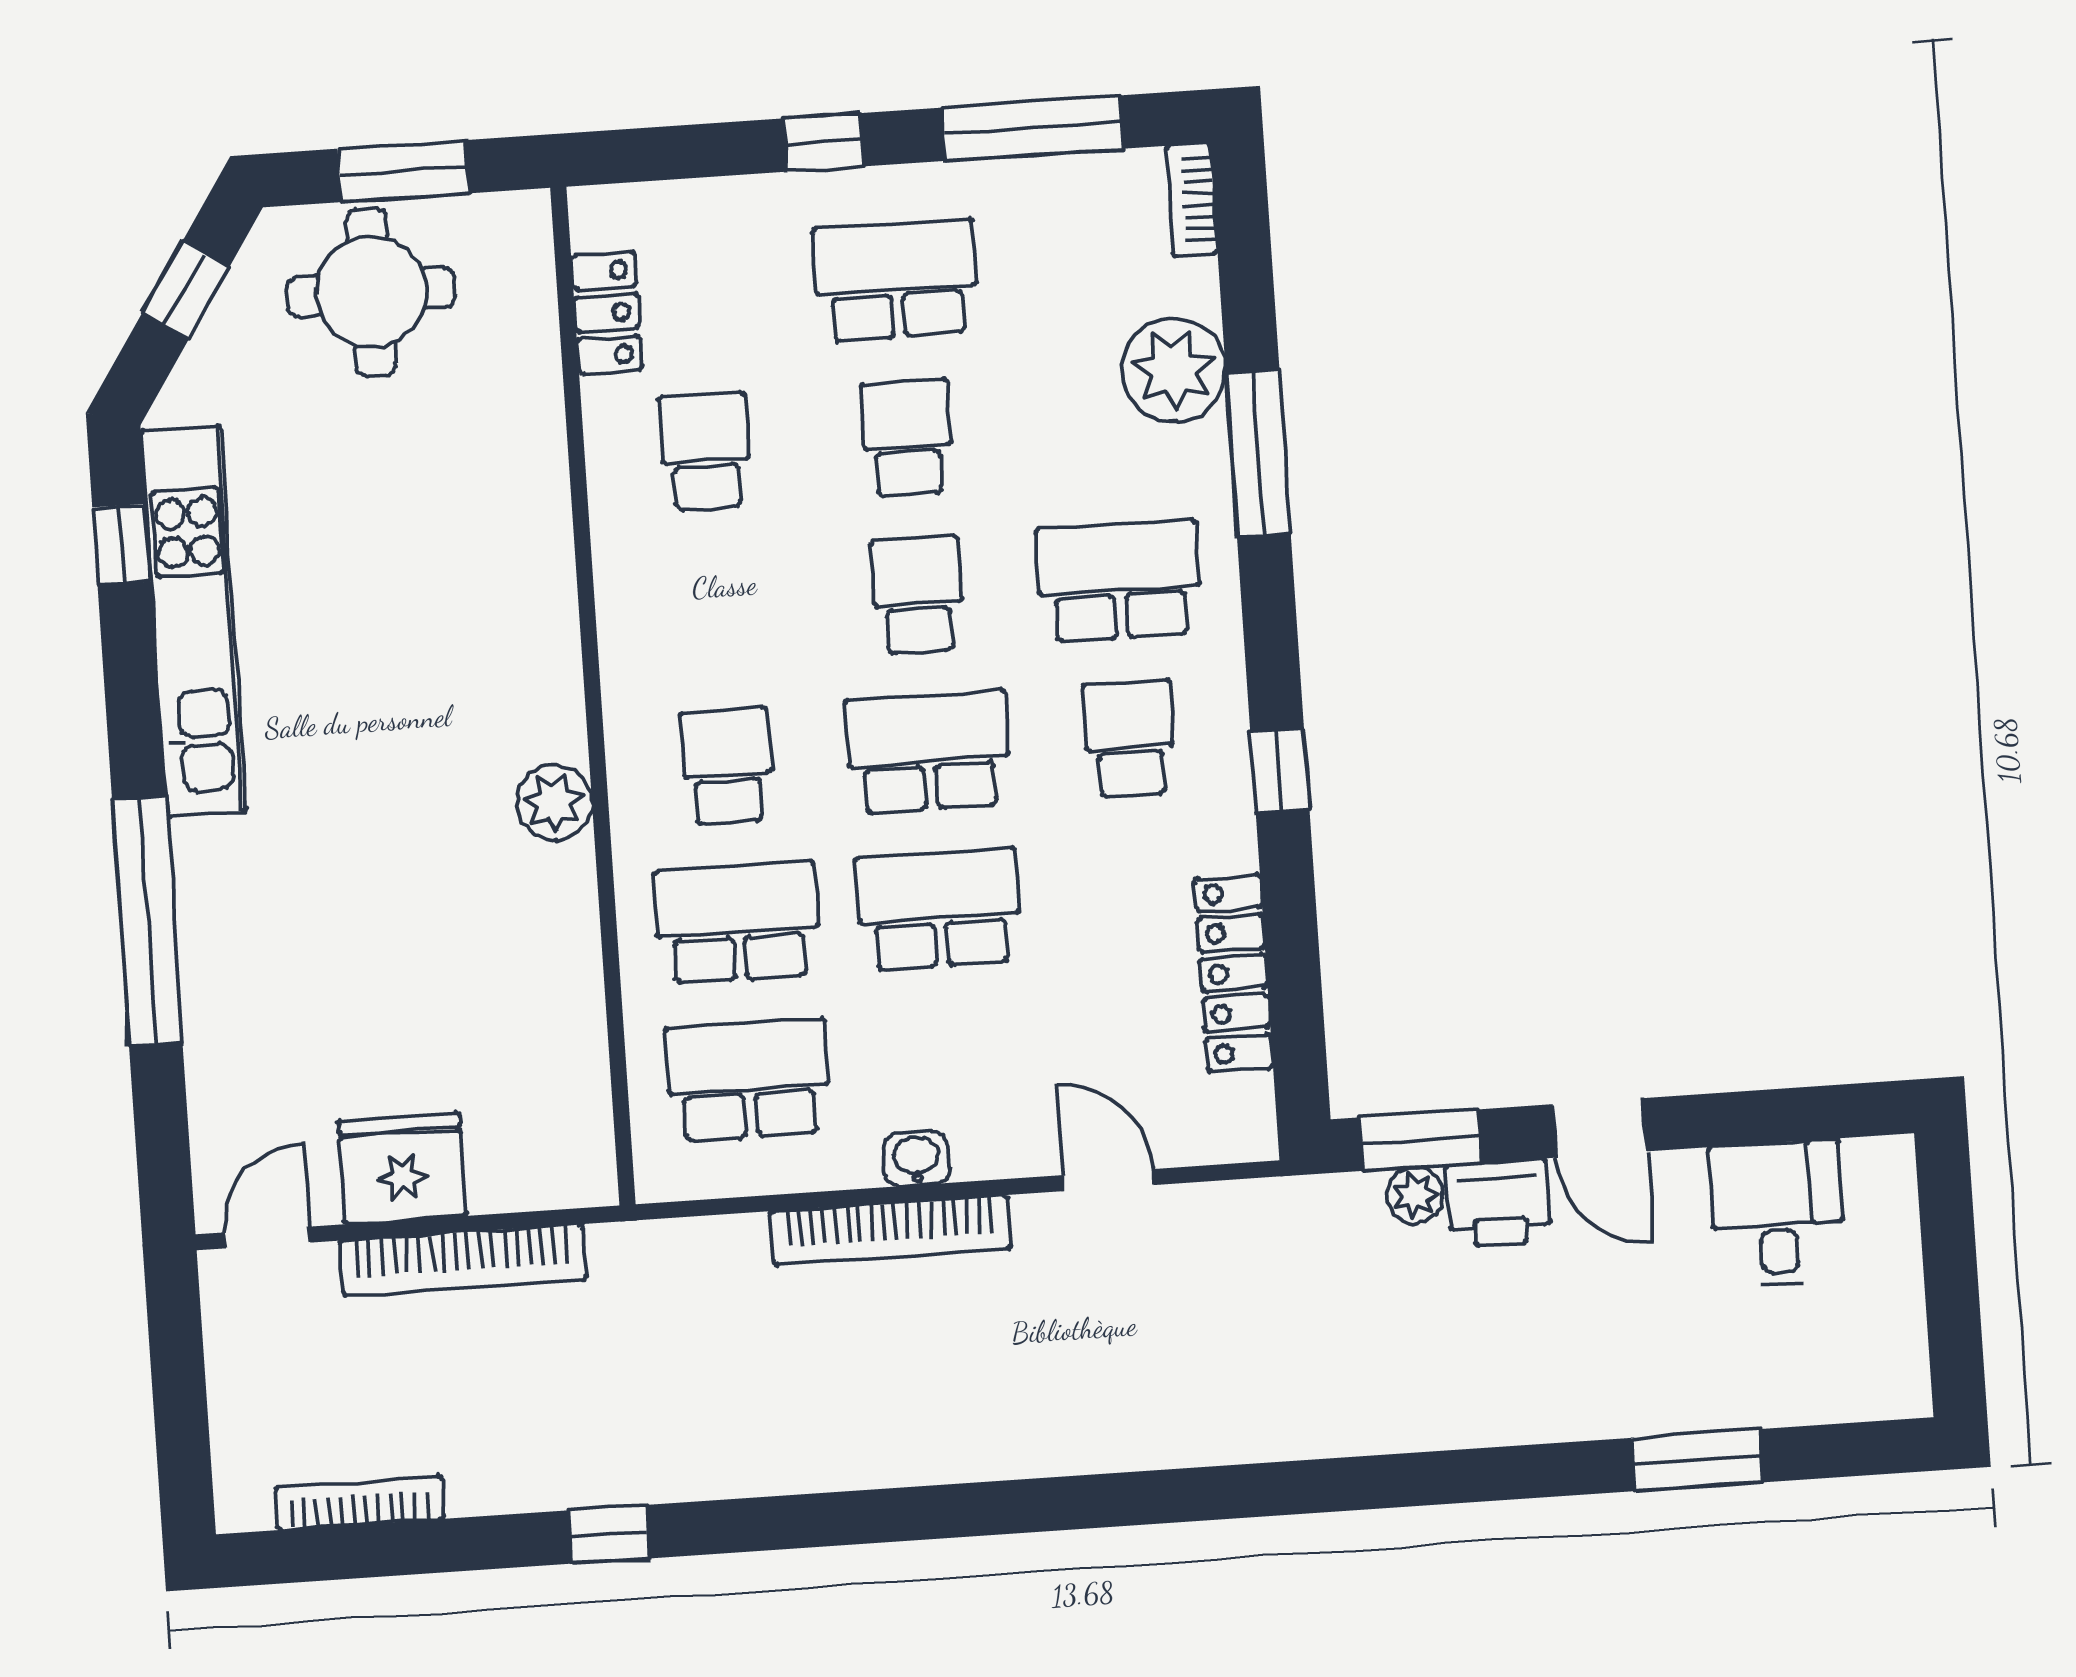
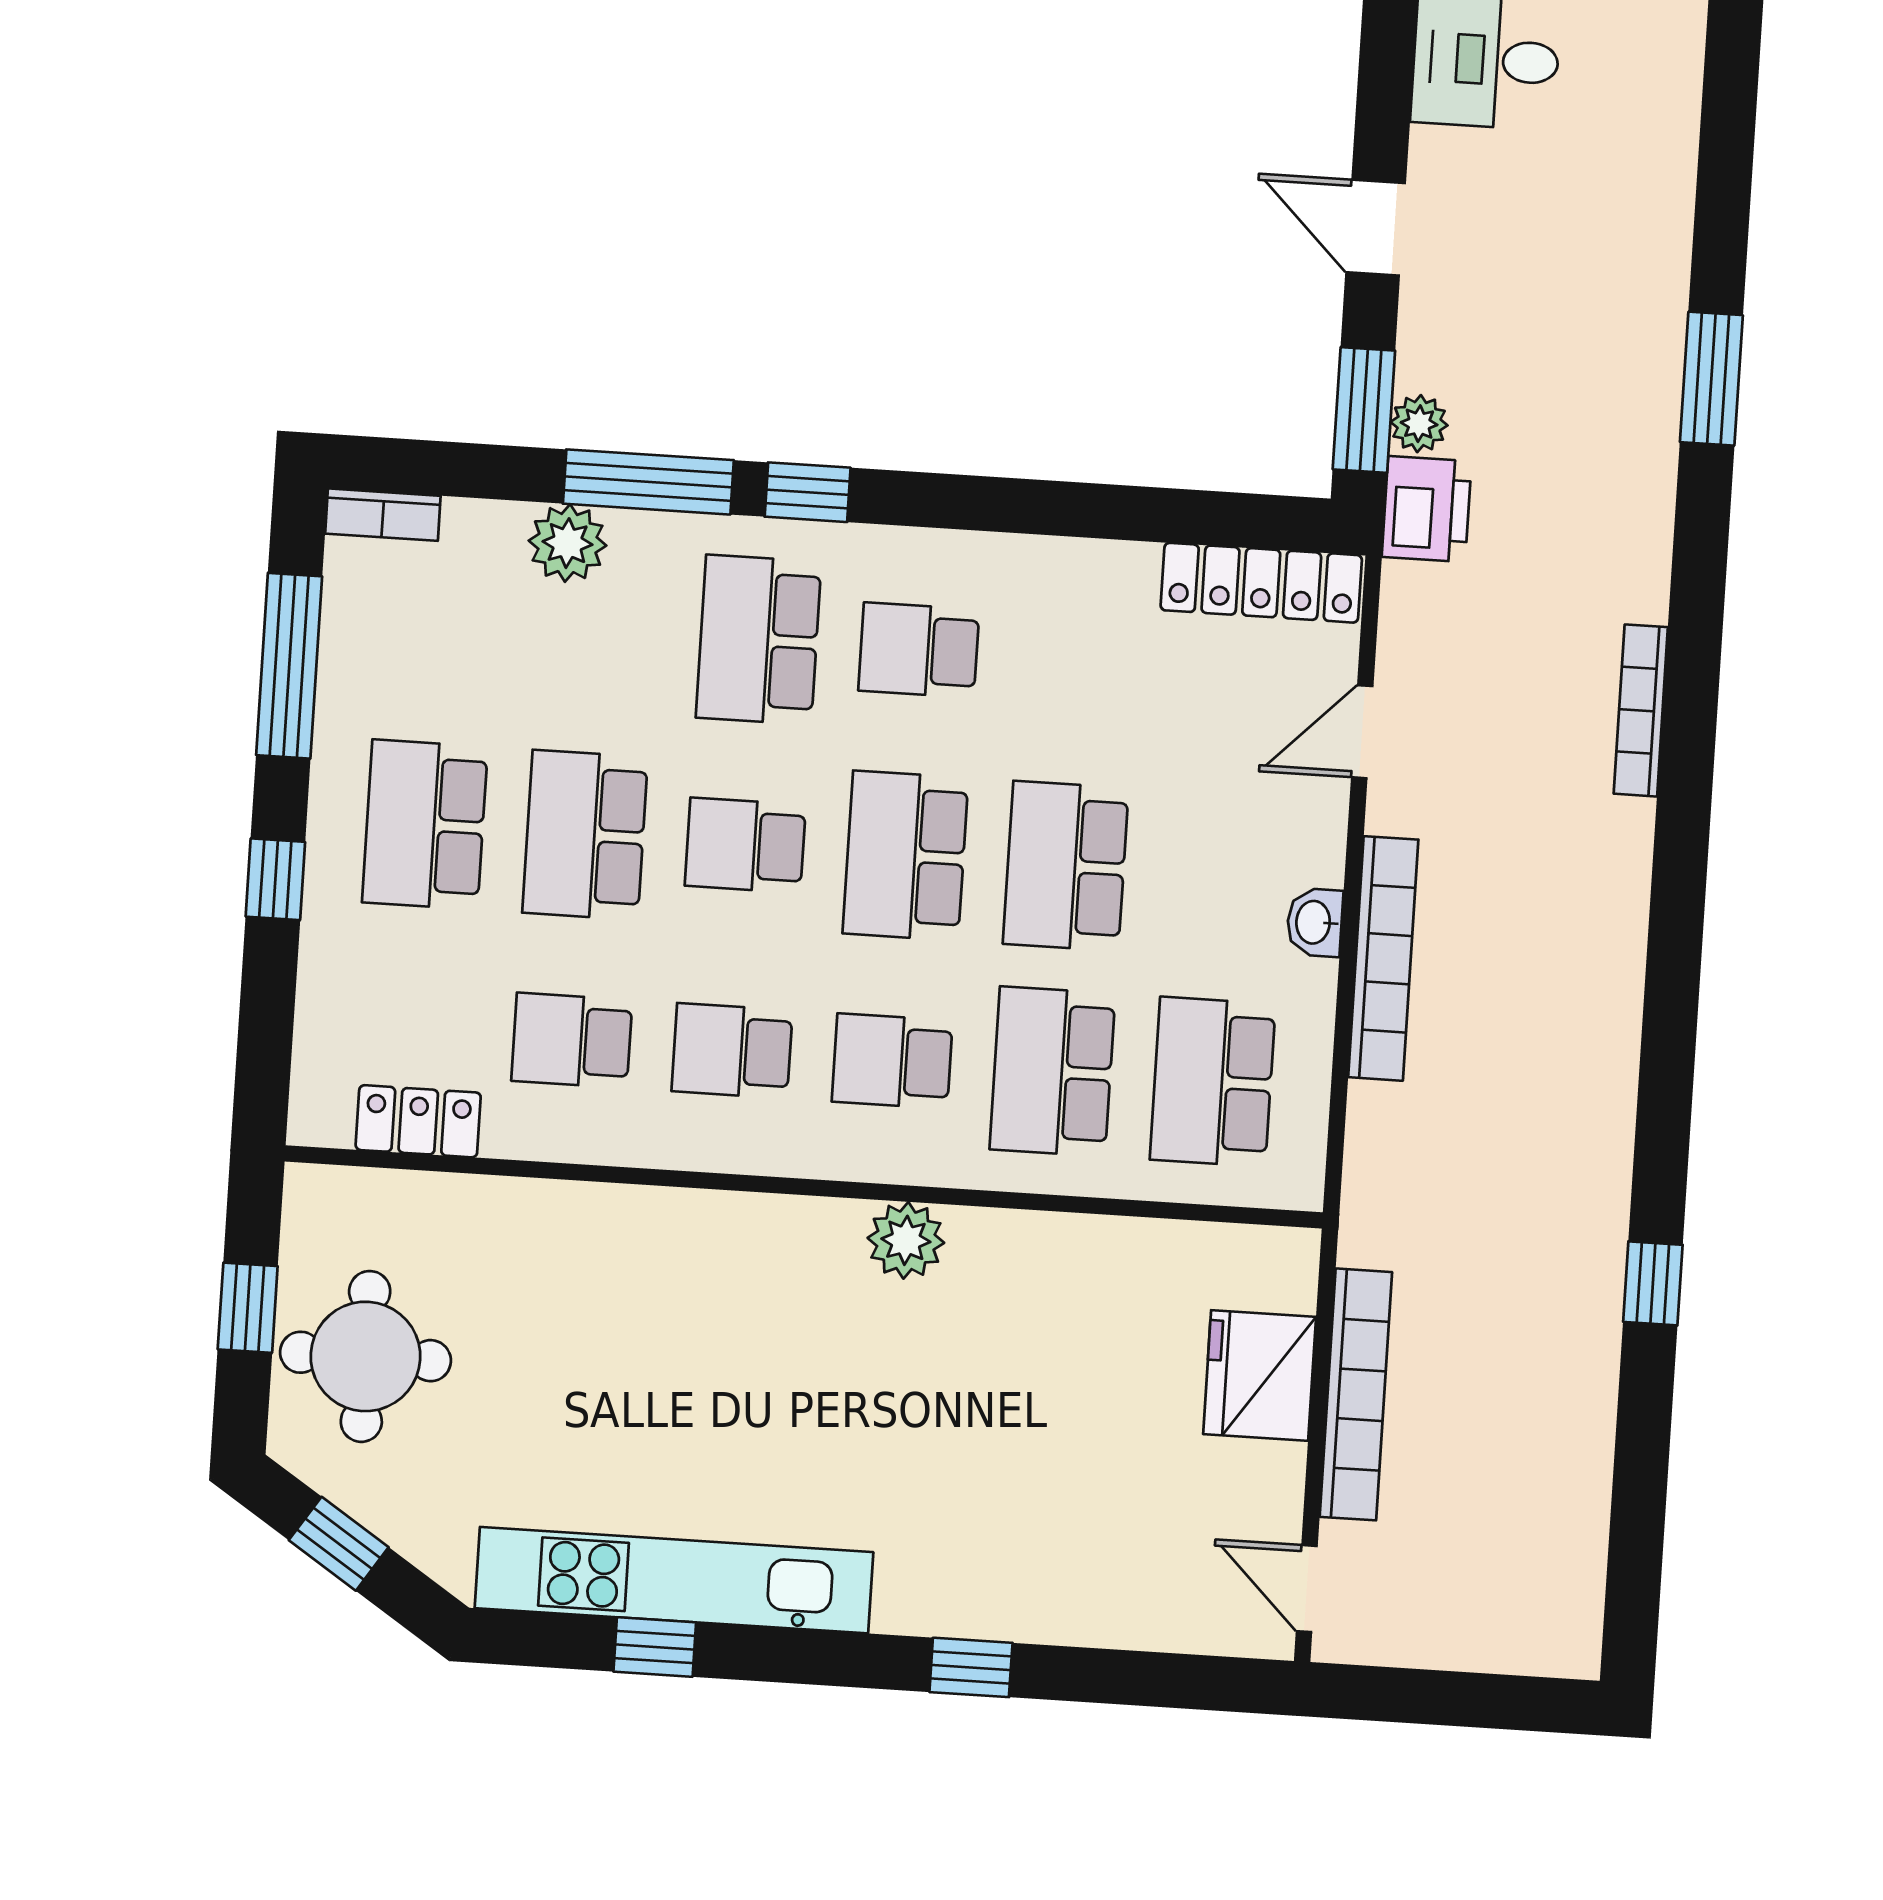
window: (403, 171) -> (248, 1308), width x0.67
plant: (1173, 370) -> (568, 543), width x0.73, depth x0.73
school desk: (907, 438) -> (585, 835), width x1.85
window: (122, 545) -> (655, 1647), moved
school desk: (716, 609) -> (732, 1051), added
window: (1280, 771) -> (808, 492), moved
window: (147, 921) -> (971, 1667), width x0.32
locker: (1234, 973) -> (1261, 583), moved
door: (1600, 1128) -> (1376, 228), swing flipped
fridge: (402, 1168) -> (1260, 1375), moved
printer: (1499, 1203) -> (1427, 509), moved
window: (1697, 1460) -> (1711, 379), moved
bookcase: (359, 1503) -> (1641, 710), moved

